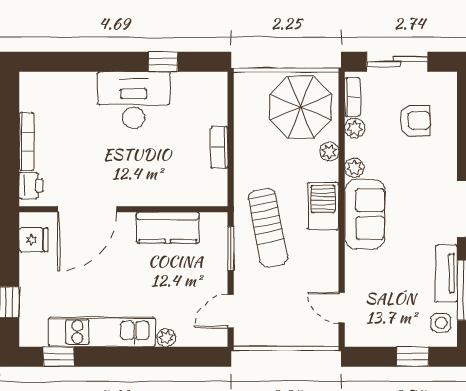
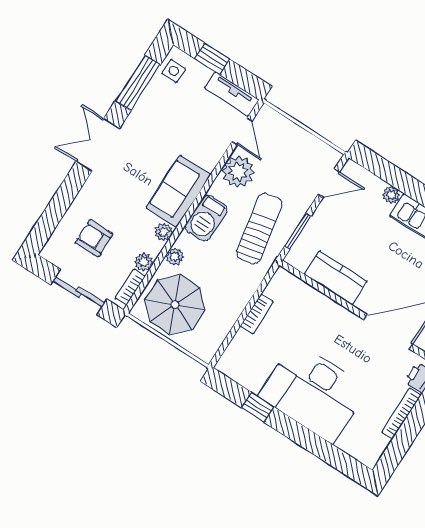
desk: (134, 100) -> (313, 392), width x1.36, depth x1.30
plant: (321, 268) -> (238, 172), added
tv unit: (446, 273) -> (232, 94), moved, turned 90

